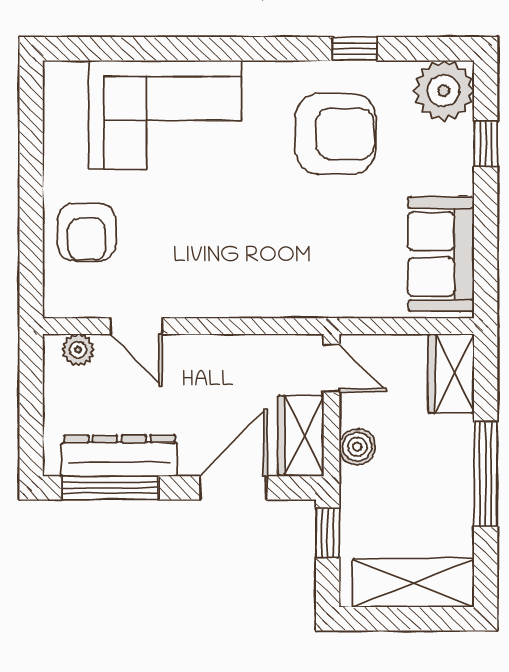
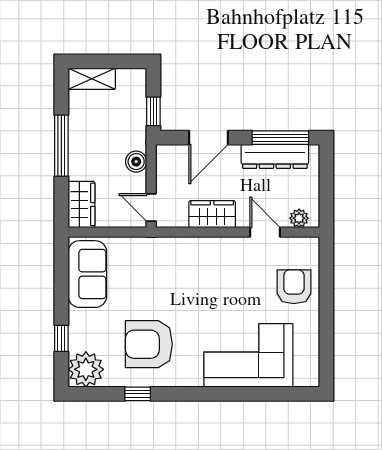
wardrobe: (301, 435) -> (212, 214), moved, turned -90
shelving: (413, 583) -> (92, 79), width x0.67, depth x0.75

